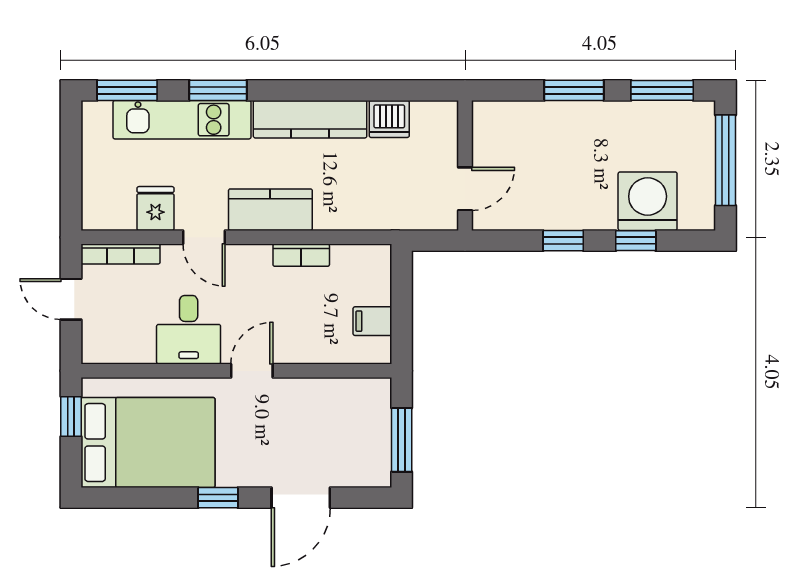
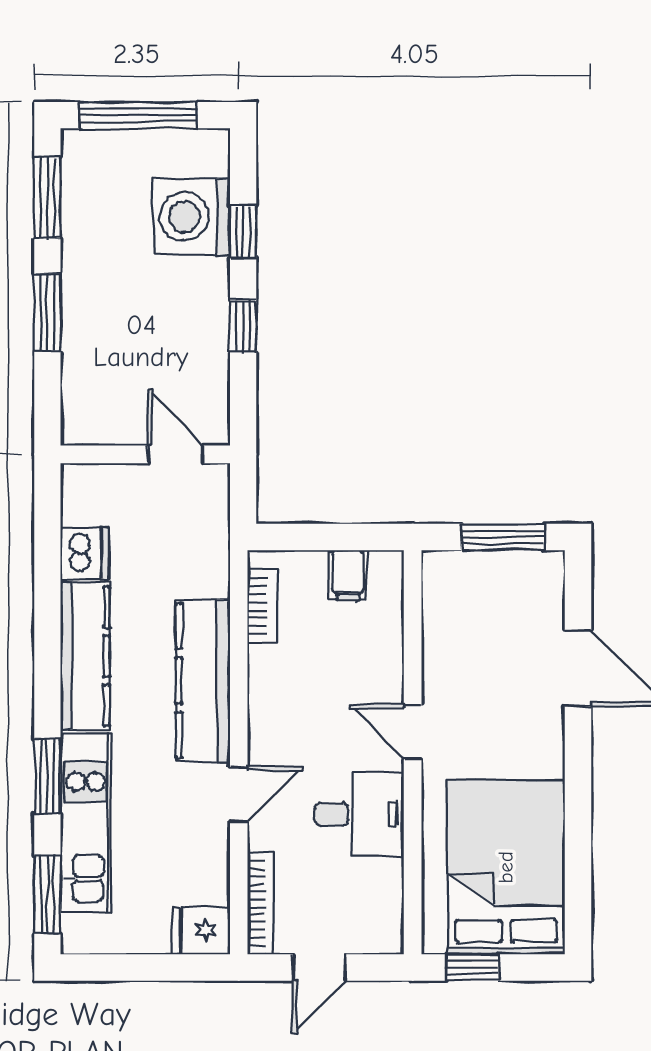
fridge: (155, 209) -> (201, 930), moved
kitchen counter: (270, 210) -> (203, 681), width x1.50
bookcase: (301, 255) -> (262, 606), moved
window: (218, 498) -> (578, 776), removed

